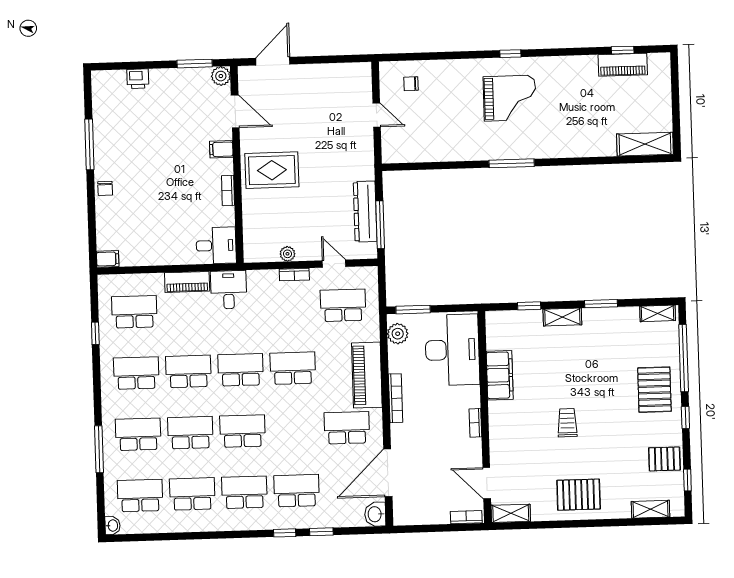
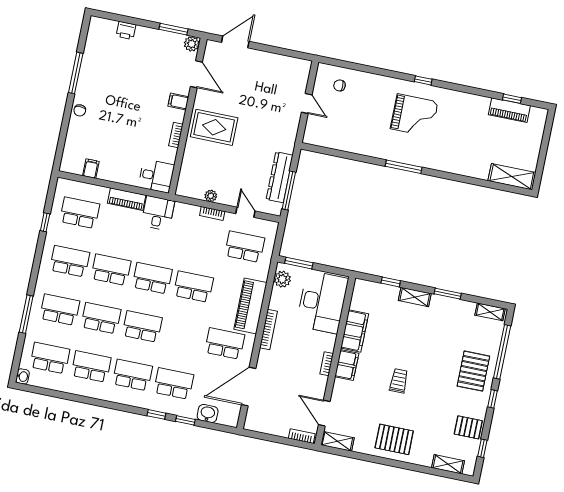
filing cabinet: (108, 259) -> (91, 169), moved, turned -90
filing cabinet: (500, 419) -> (347, 365), added
washbasin: (375, 514) -> (208, 413), moved, turned 90

